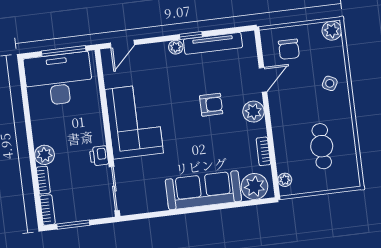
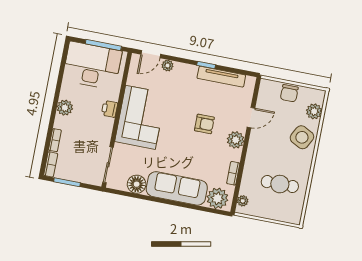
plant: (332, 31) -> (314, 111), moved
plant: (176, 47) -> (168, 66), moved
chair: (289, 49) -> (289, 93), moved
side table: (330, 83) -> (302, 137), width x1.87, depth x1.87
cafe table: (322, 146) -> (280, 184), turned 90
plant: (45, 155) -> (65, 108), moved
printer: (99, 156) -> (109, 109), moved
floor lamp: (155, 201) -> (137, 184), added

